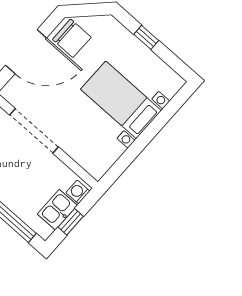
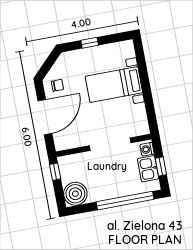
chair: (72, 38) -> (57, 85), width x0.54, depth x0.54
doorway: (34, 131) -> (110, 144), moved

